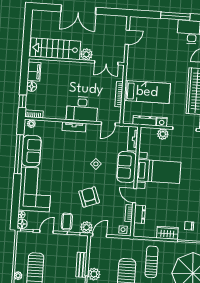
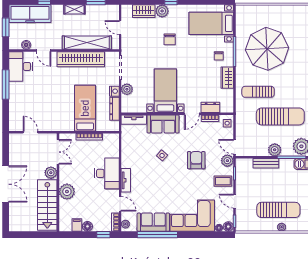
plant: (67, 69) -> (67, 192), added
filing cabinet: (34, 72) -> (77, 225), width x0.50
door: (108, 124) -> (120, 204), moved
armchair: (89, 197) -> (196, 160), turned 110

